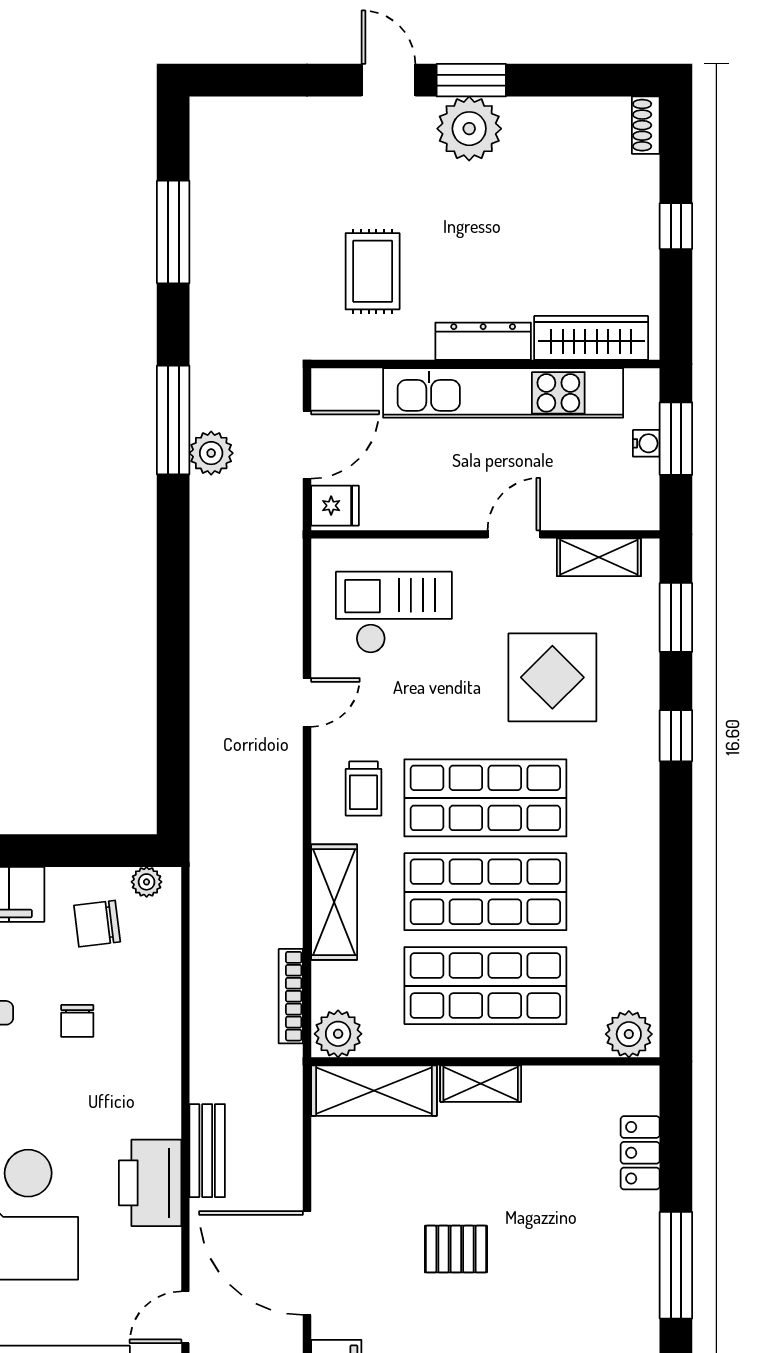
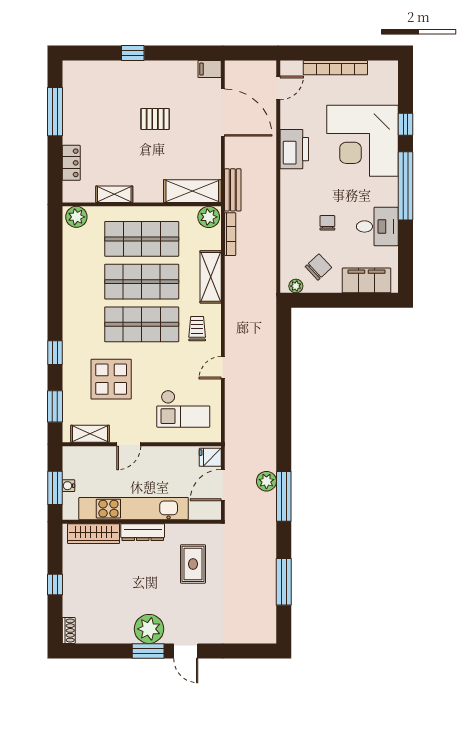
chair: (97, 924) -> (318, 267), turned -36
shelving: (481, 1084) -> (114, 194), moved
bench: (207, 1151) -> (233, 190), moved

